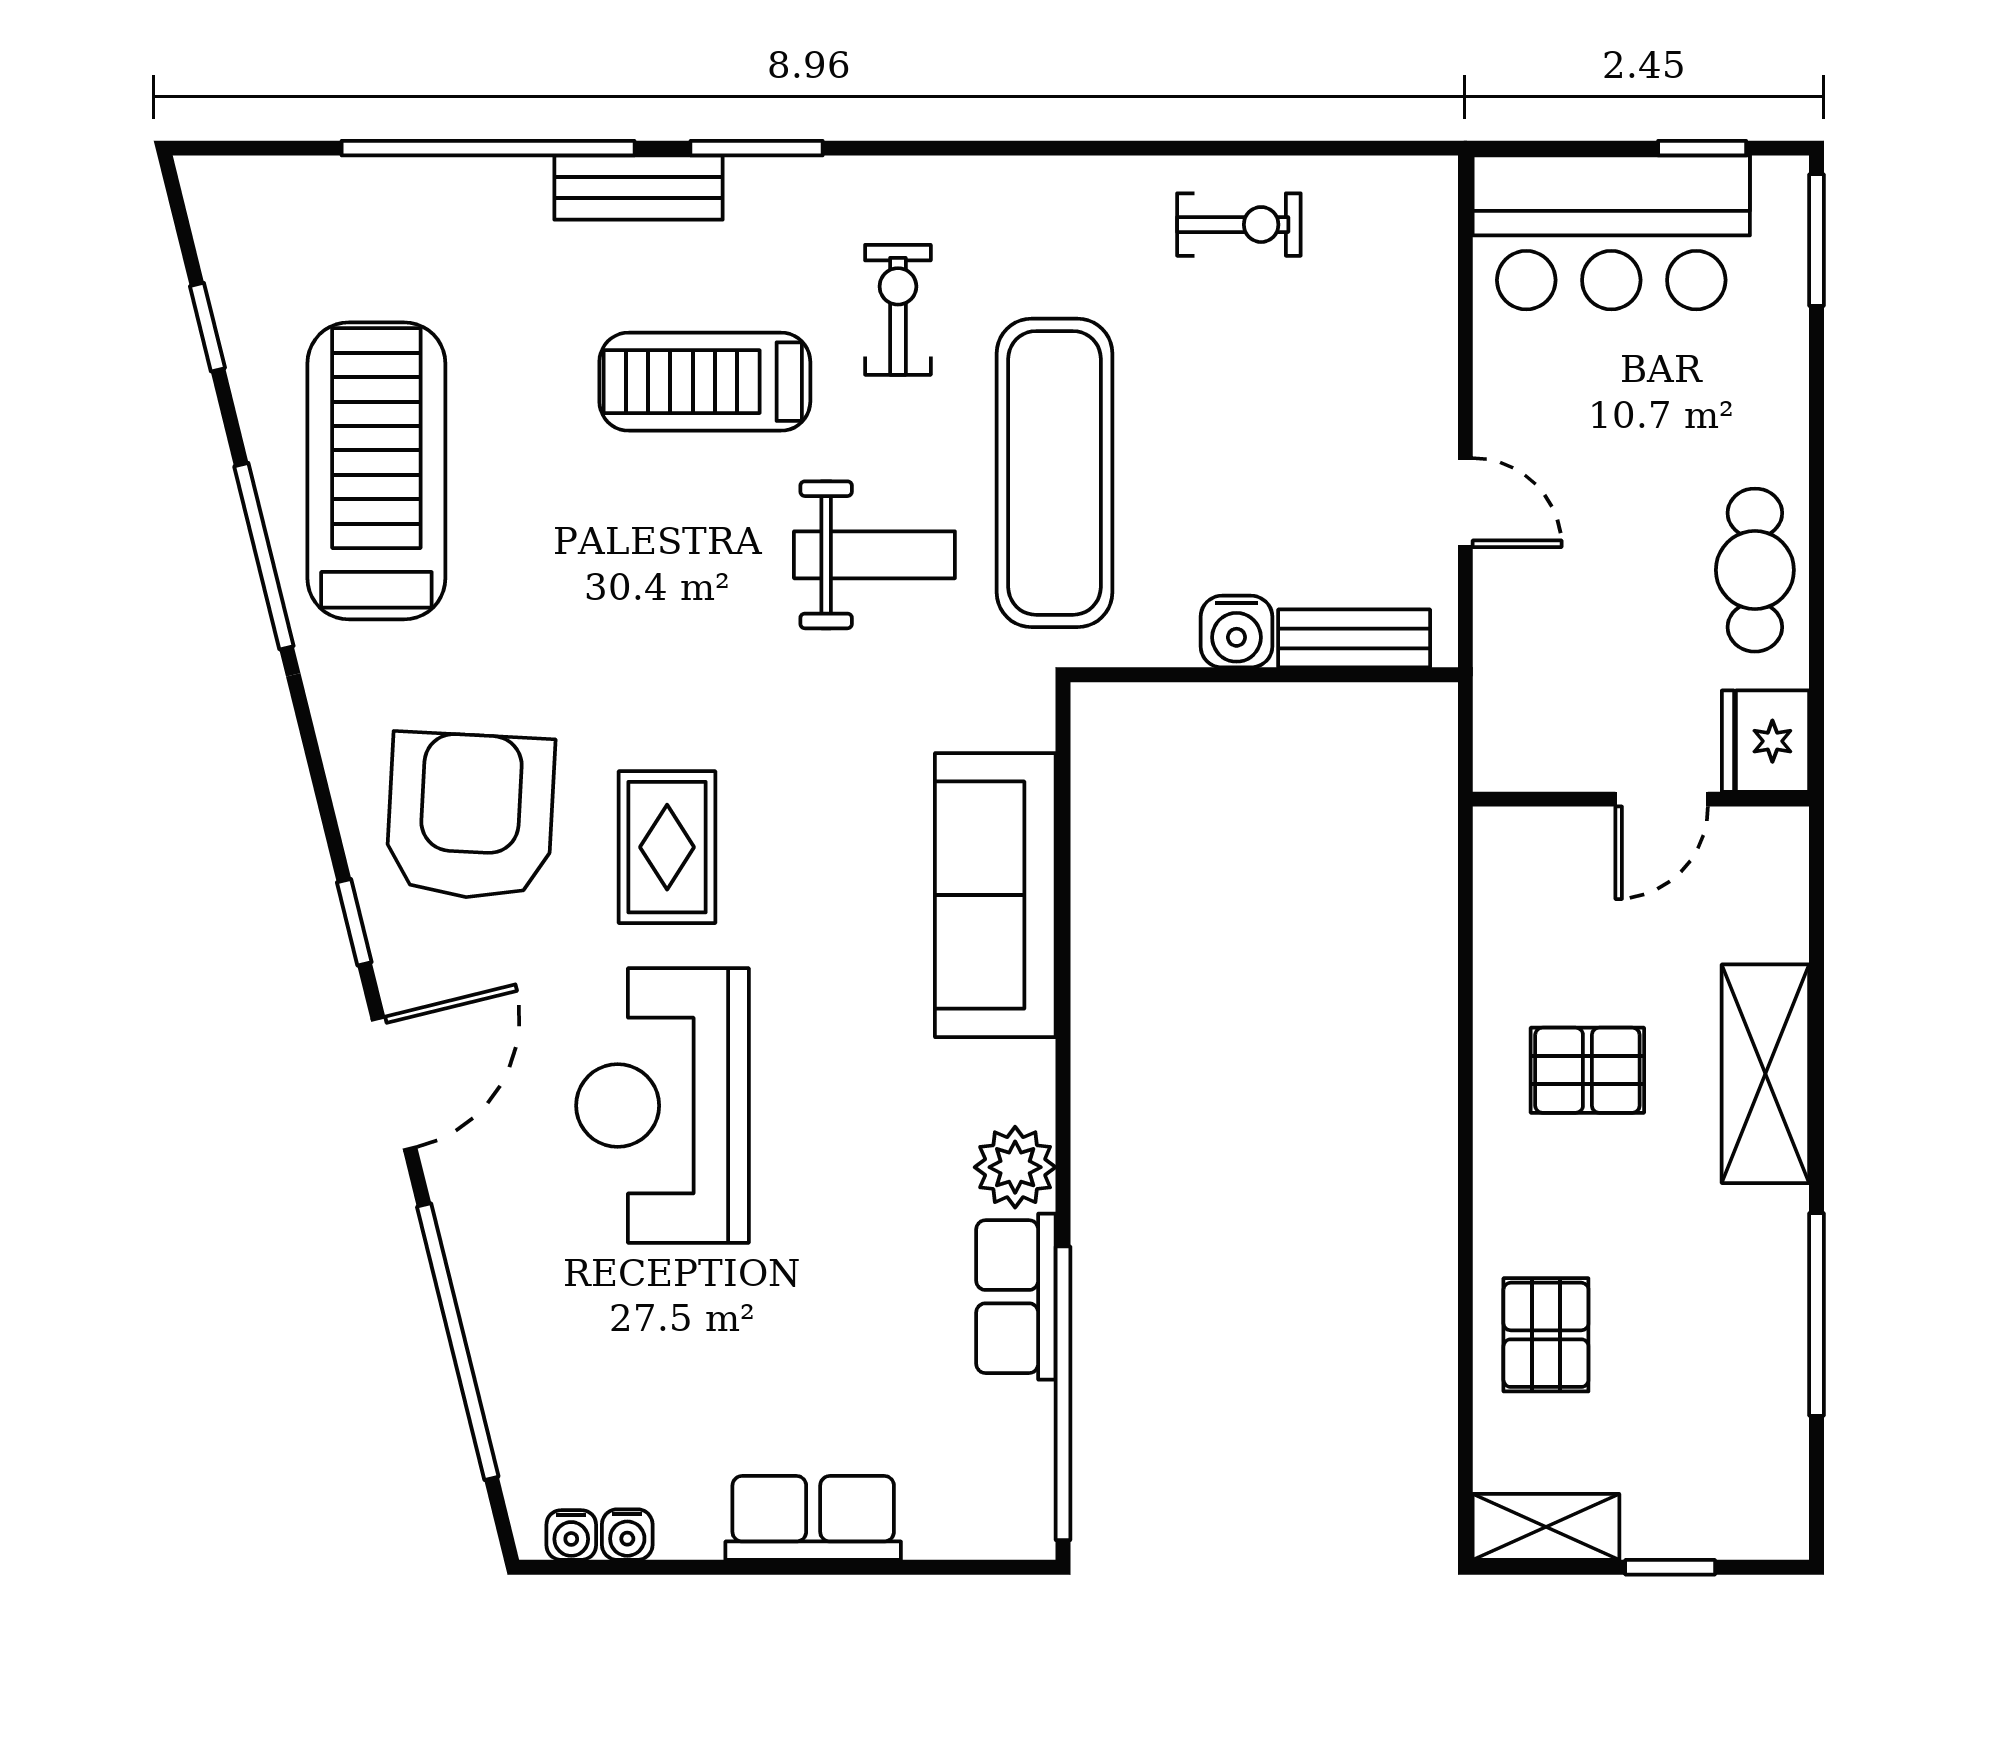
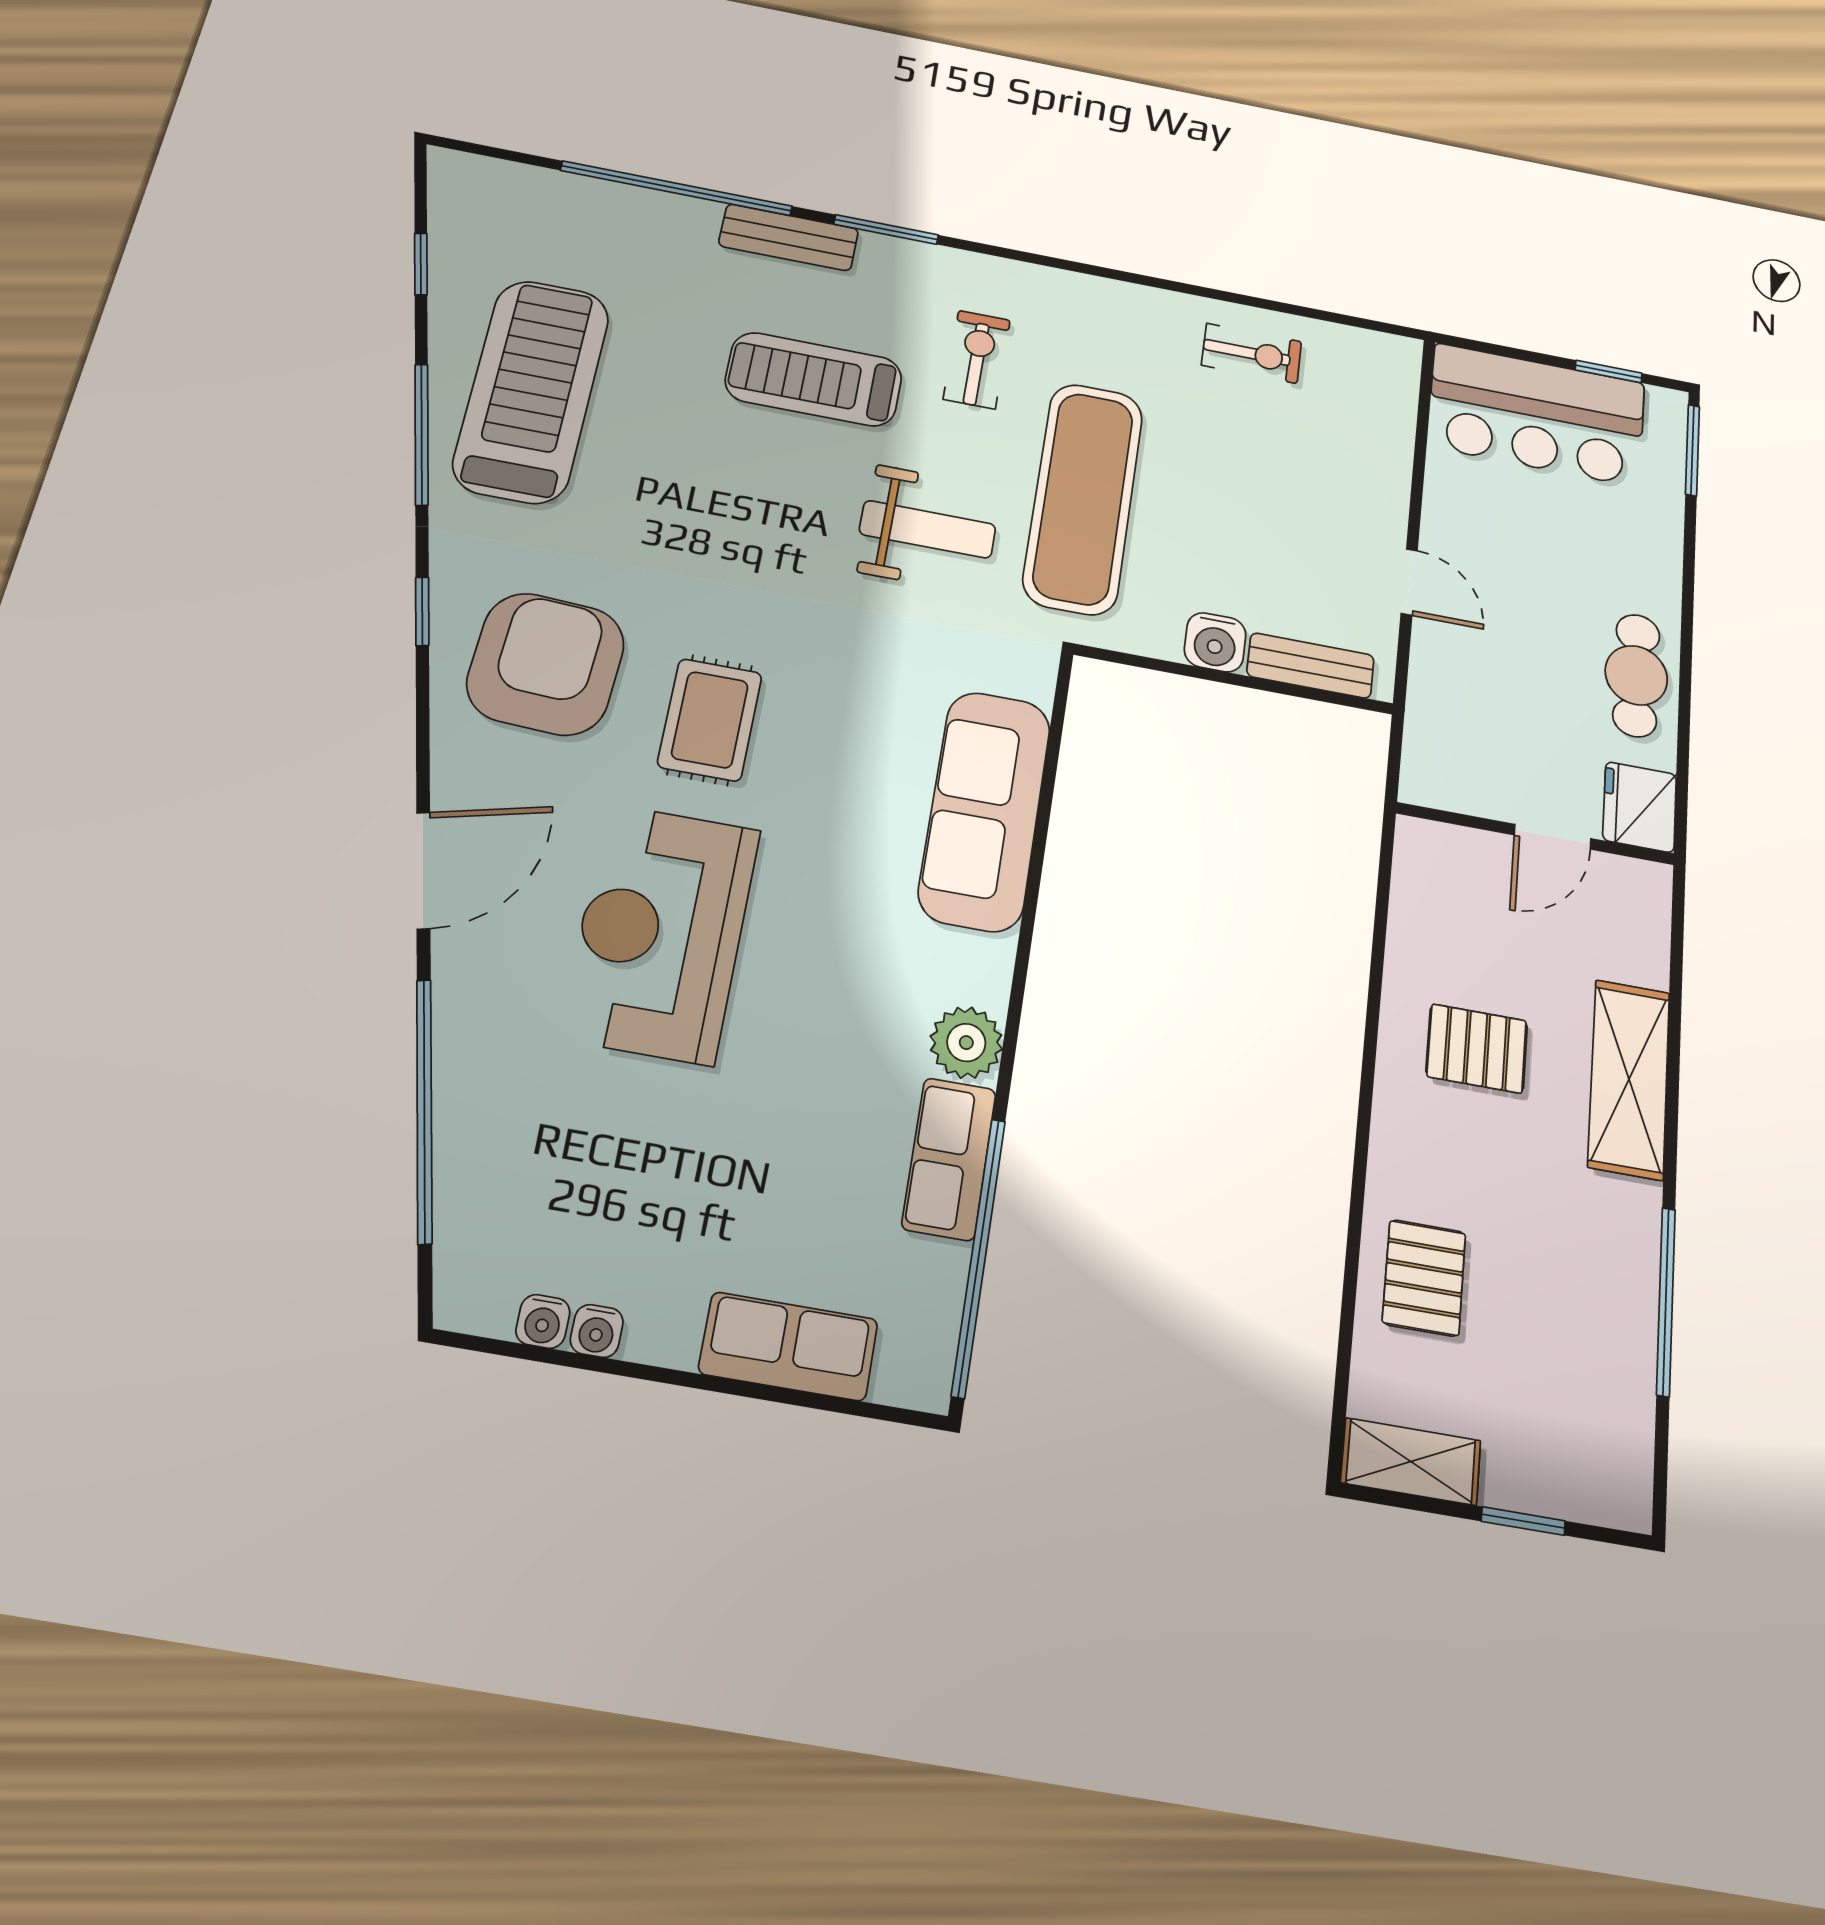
window: (354, 922) -> (422, 611), moved
row of seats: (813, 1518) -> (788, 1346), moved
water cooler: (571, 1535) -> (597, 1331), moved

